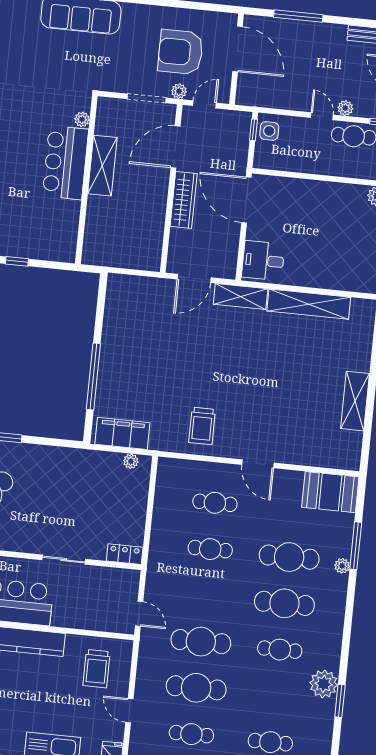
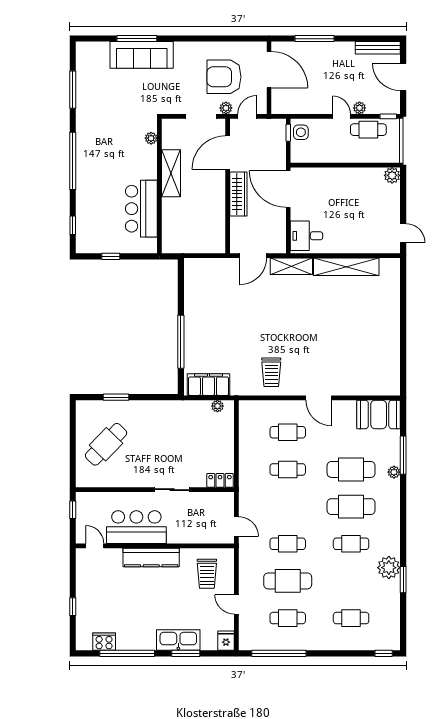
bar counter: (65, 163) -> (141, 209), moved
shelving: (355, 401) -> (391, 340), removed
cafe table: (201, 642) -> (288, 544), width x0.73, depth x0.74

